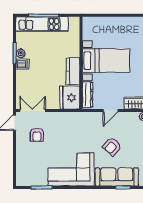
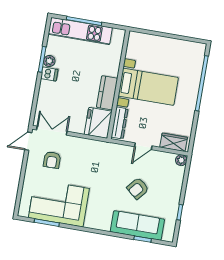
corner sofa: (71, 170) -> (59, 203), moved

